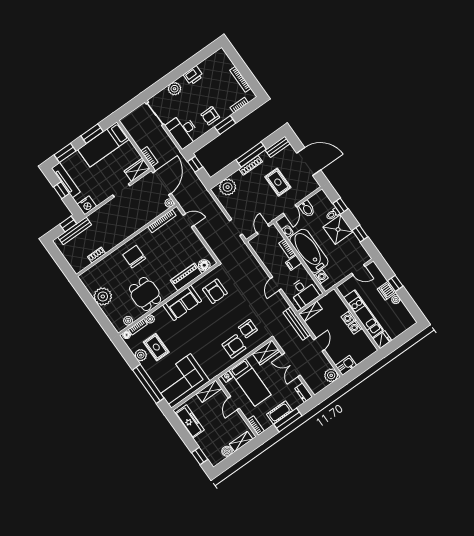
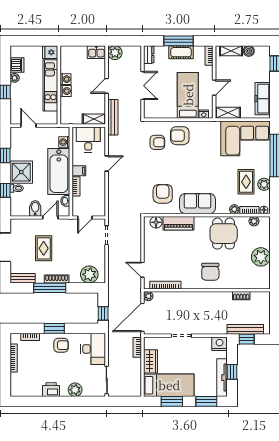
wardrobe: (137, 170) -> (150, 361), moved, turned -90
dishwasher: (387, 291) -> (17, 65), moved
wardrobe: (266, 352) -> (156, 111), removed

